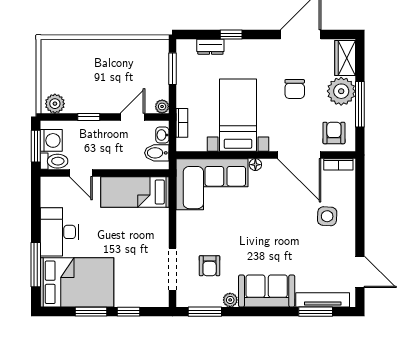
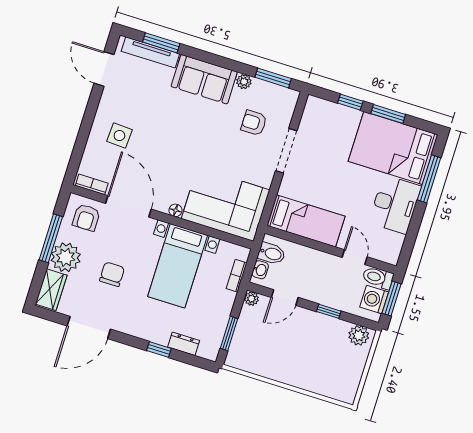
armchair: (210, 266) -> (254, 123), turned -90
doorway: (172, 269) -> (286, 151), moved

